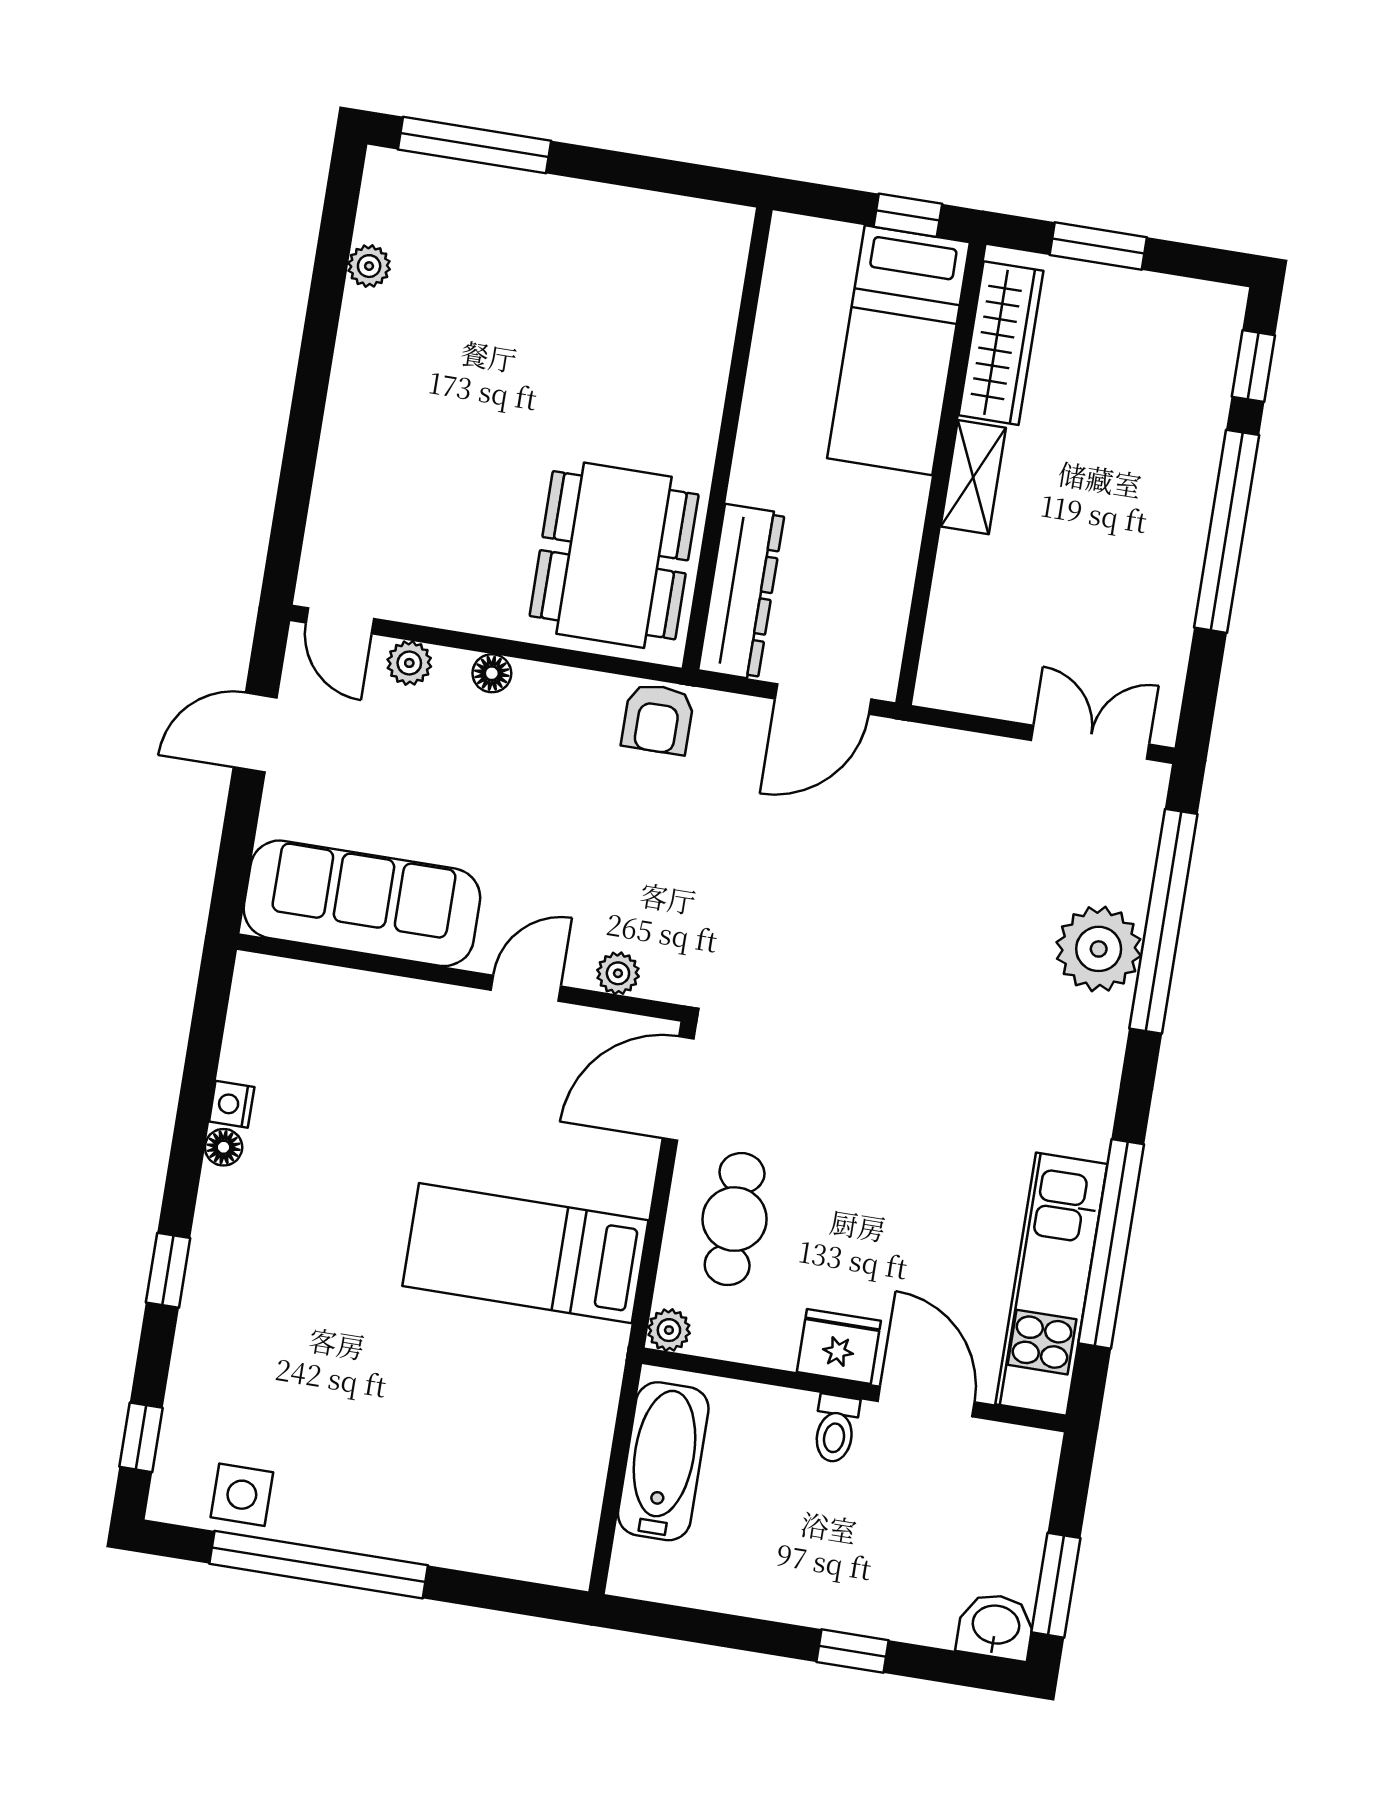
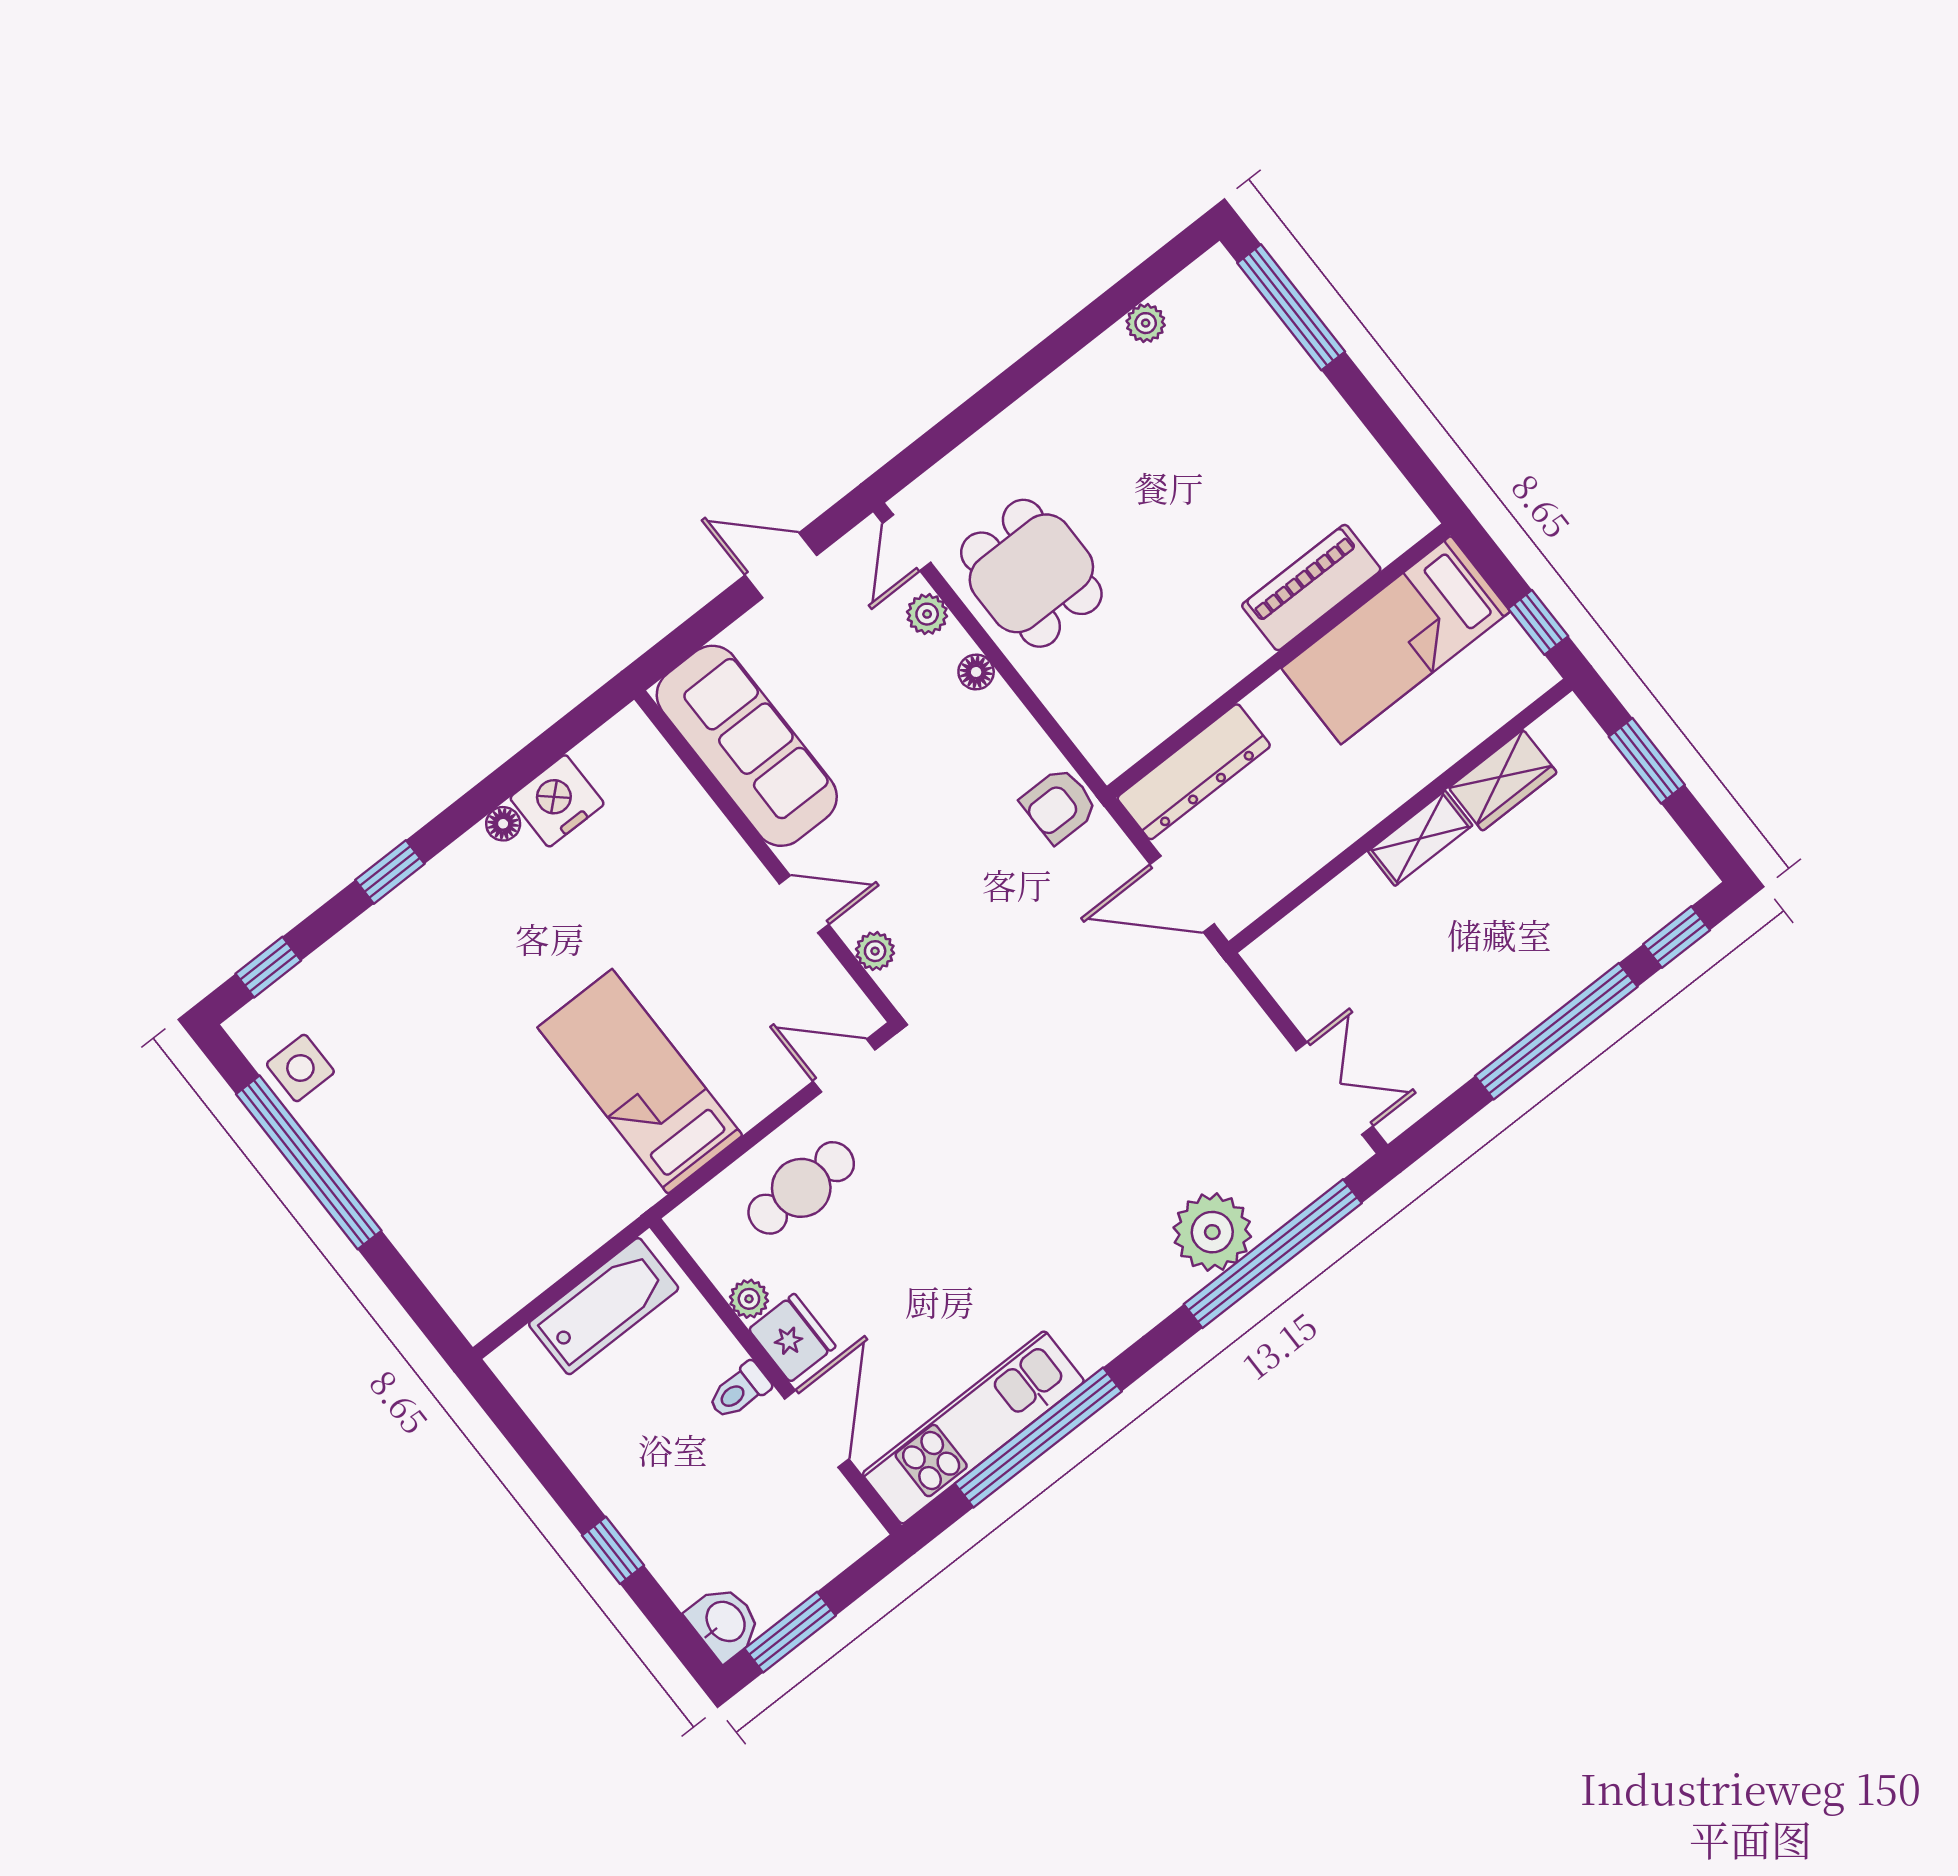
wardrobe: (1001, 343) -> (1503, 780), width x0.67
bed: (898, 350) -> (1396, 640), moved
piano: (699, 356) -> (1311, 588), added
dining table: (614, 555) -> (1031, 573), moved, width x0.73
door: (678, 1089) -> (844, 1066), width x0.73
nightstand: (232, 1104) -> (557, 801), width x1.89, depth x1.79
plant: (669, 1330) -> (749, 1299), moved

